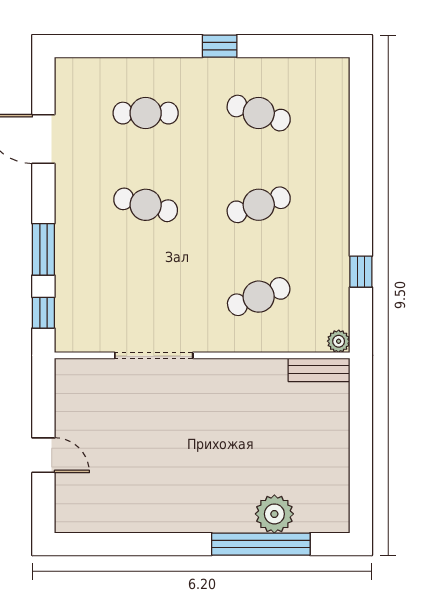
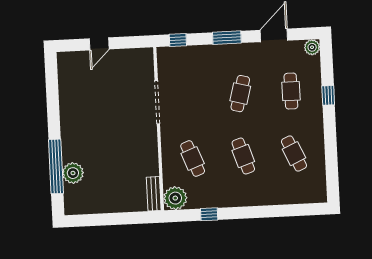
window: (220, 46) -> (328, 95), moved
plant: (68, 71) -> (312, 47), added
cafe table: (259, 113) -> (294, 154), turned -42
window: (43, 249) -> (227, 38), moved
plant: (339, 341) -> (175, 198), width x1.87, depth x1.87

